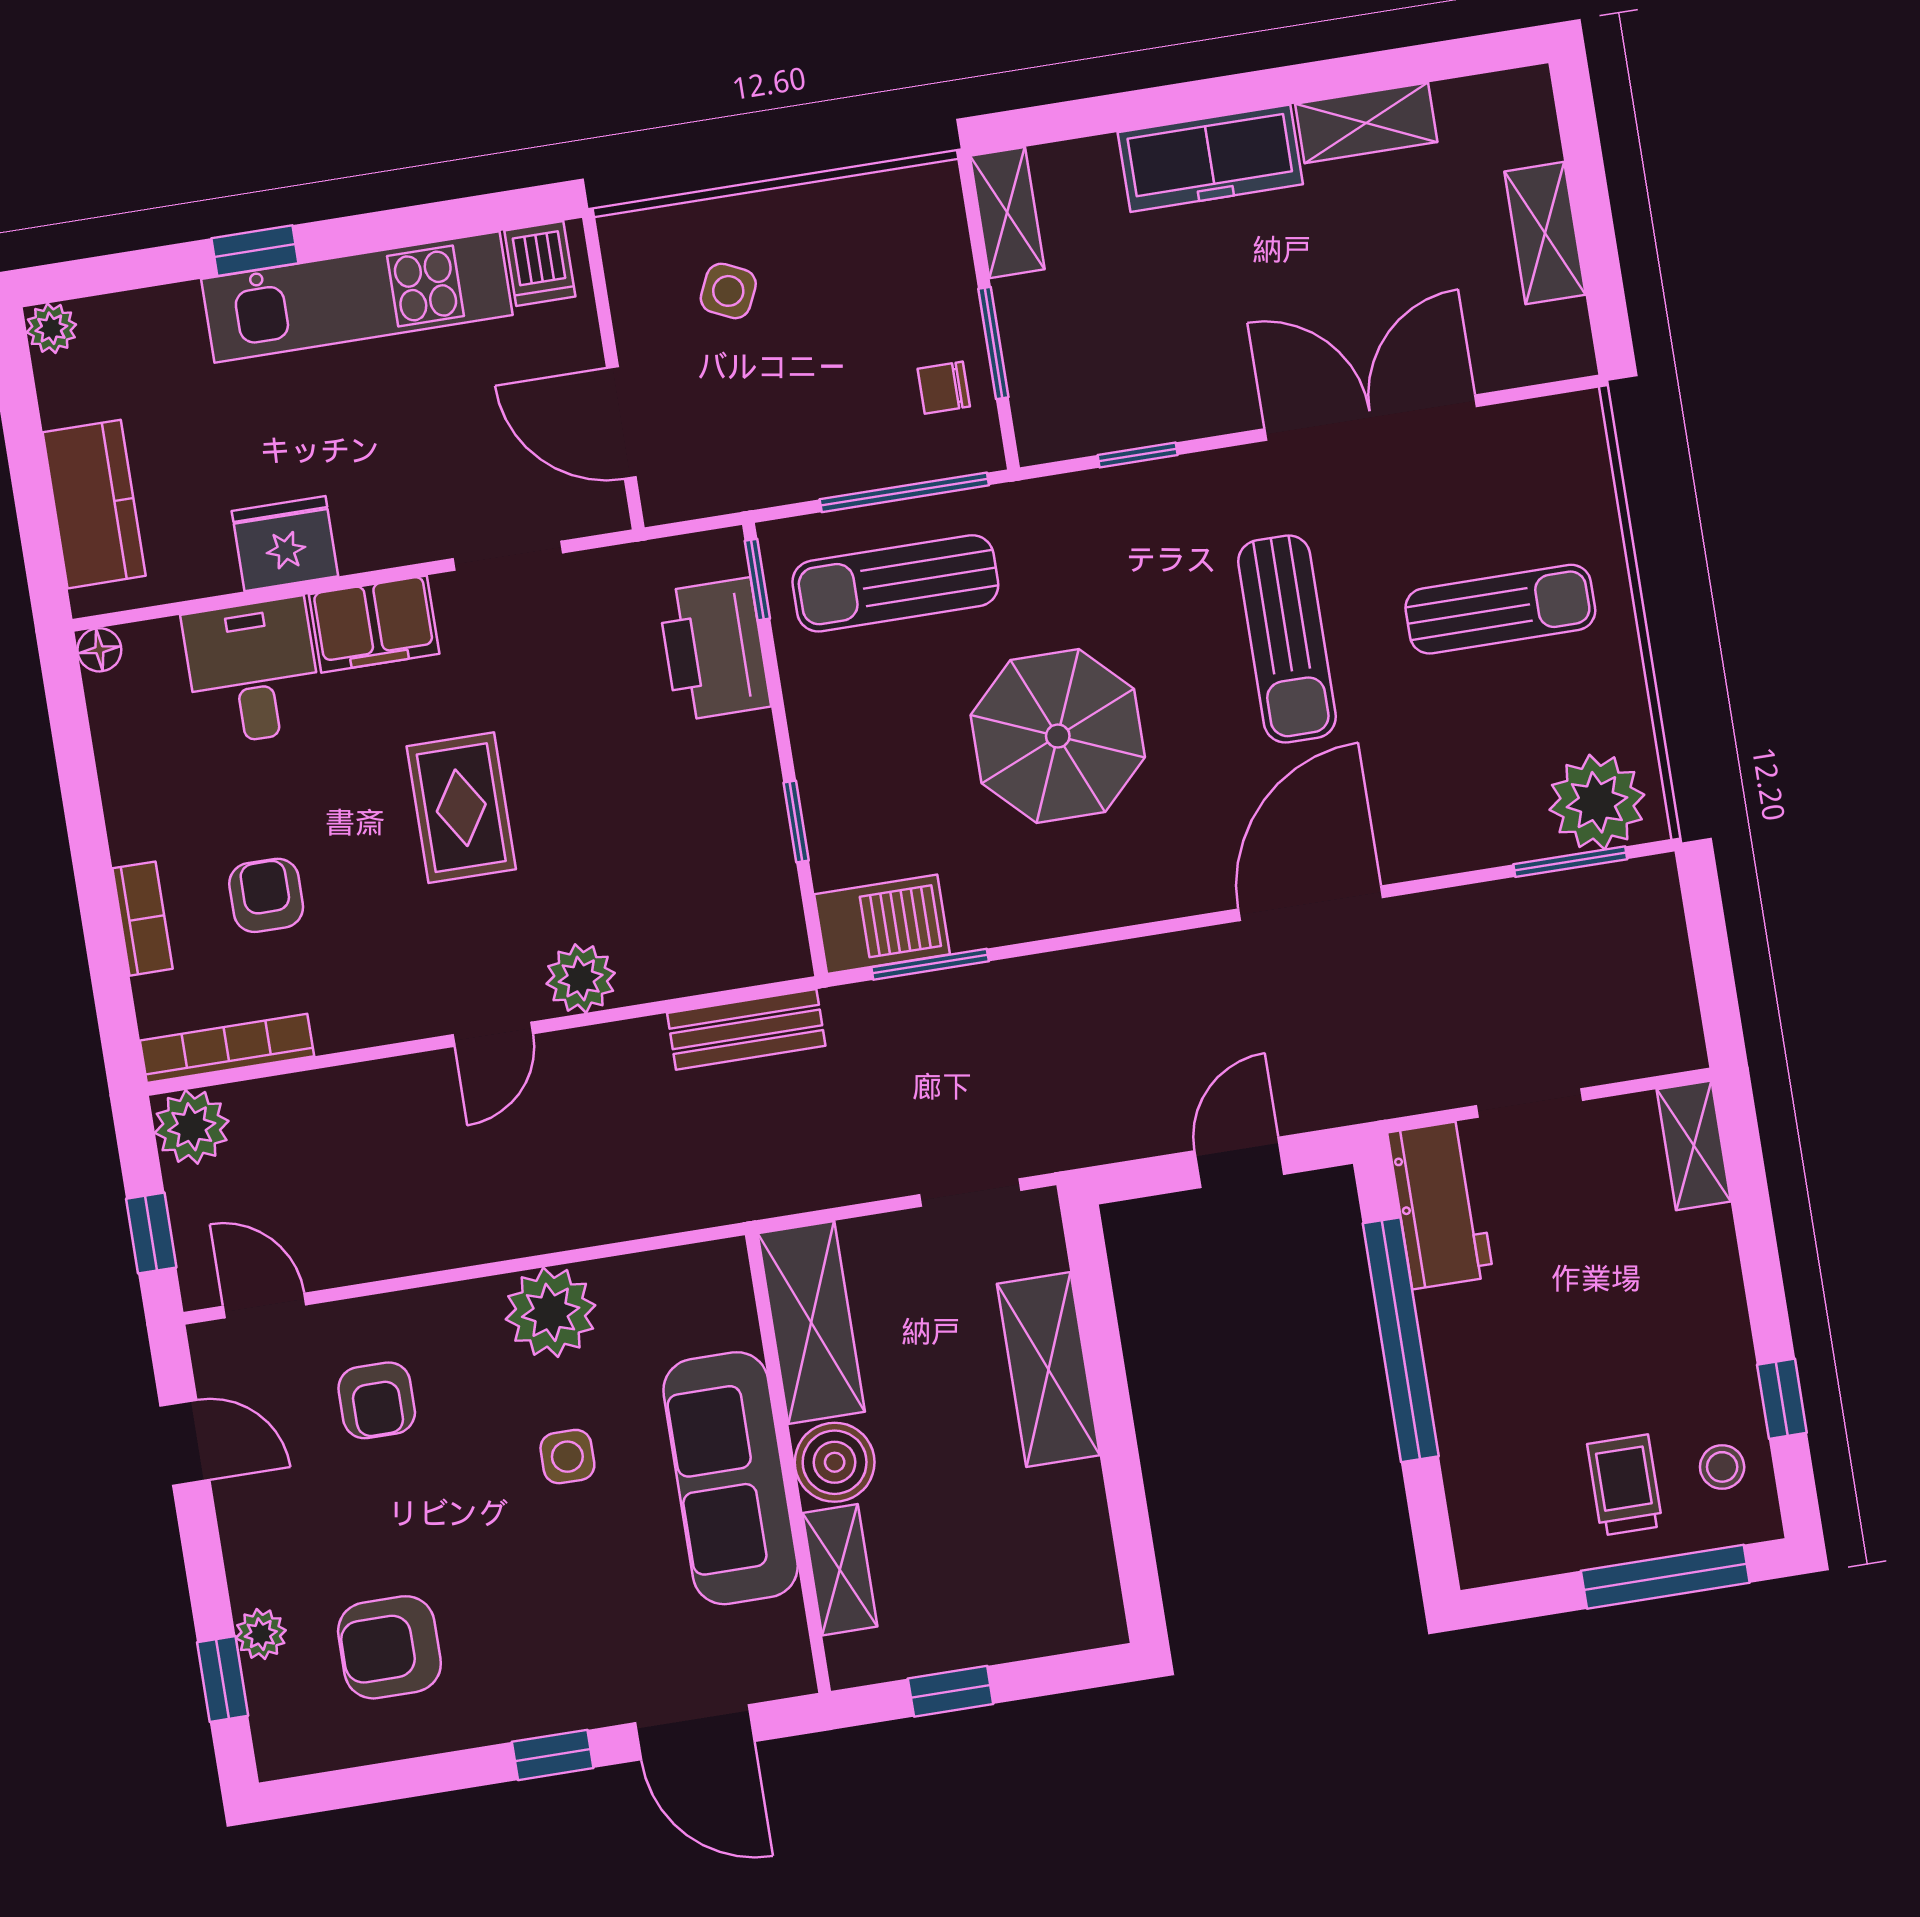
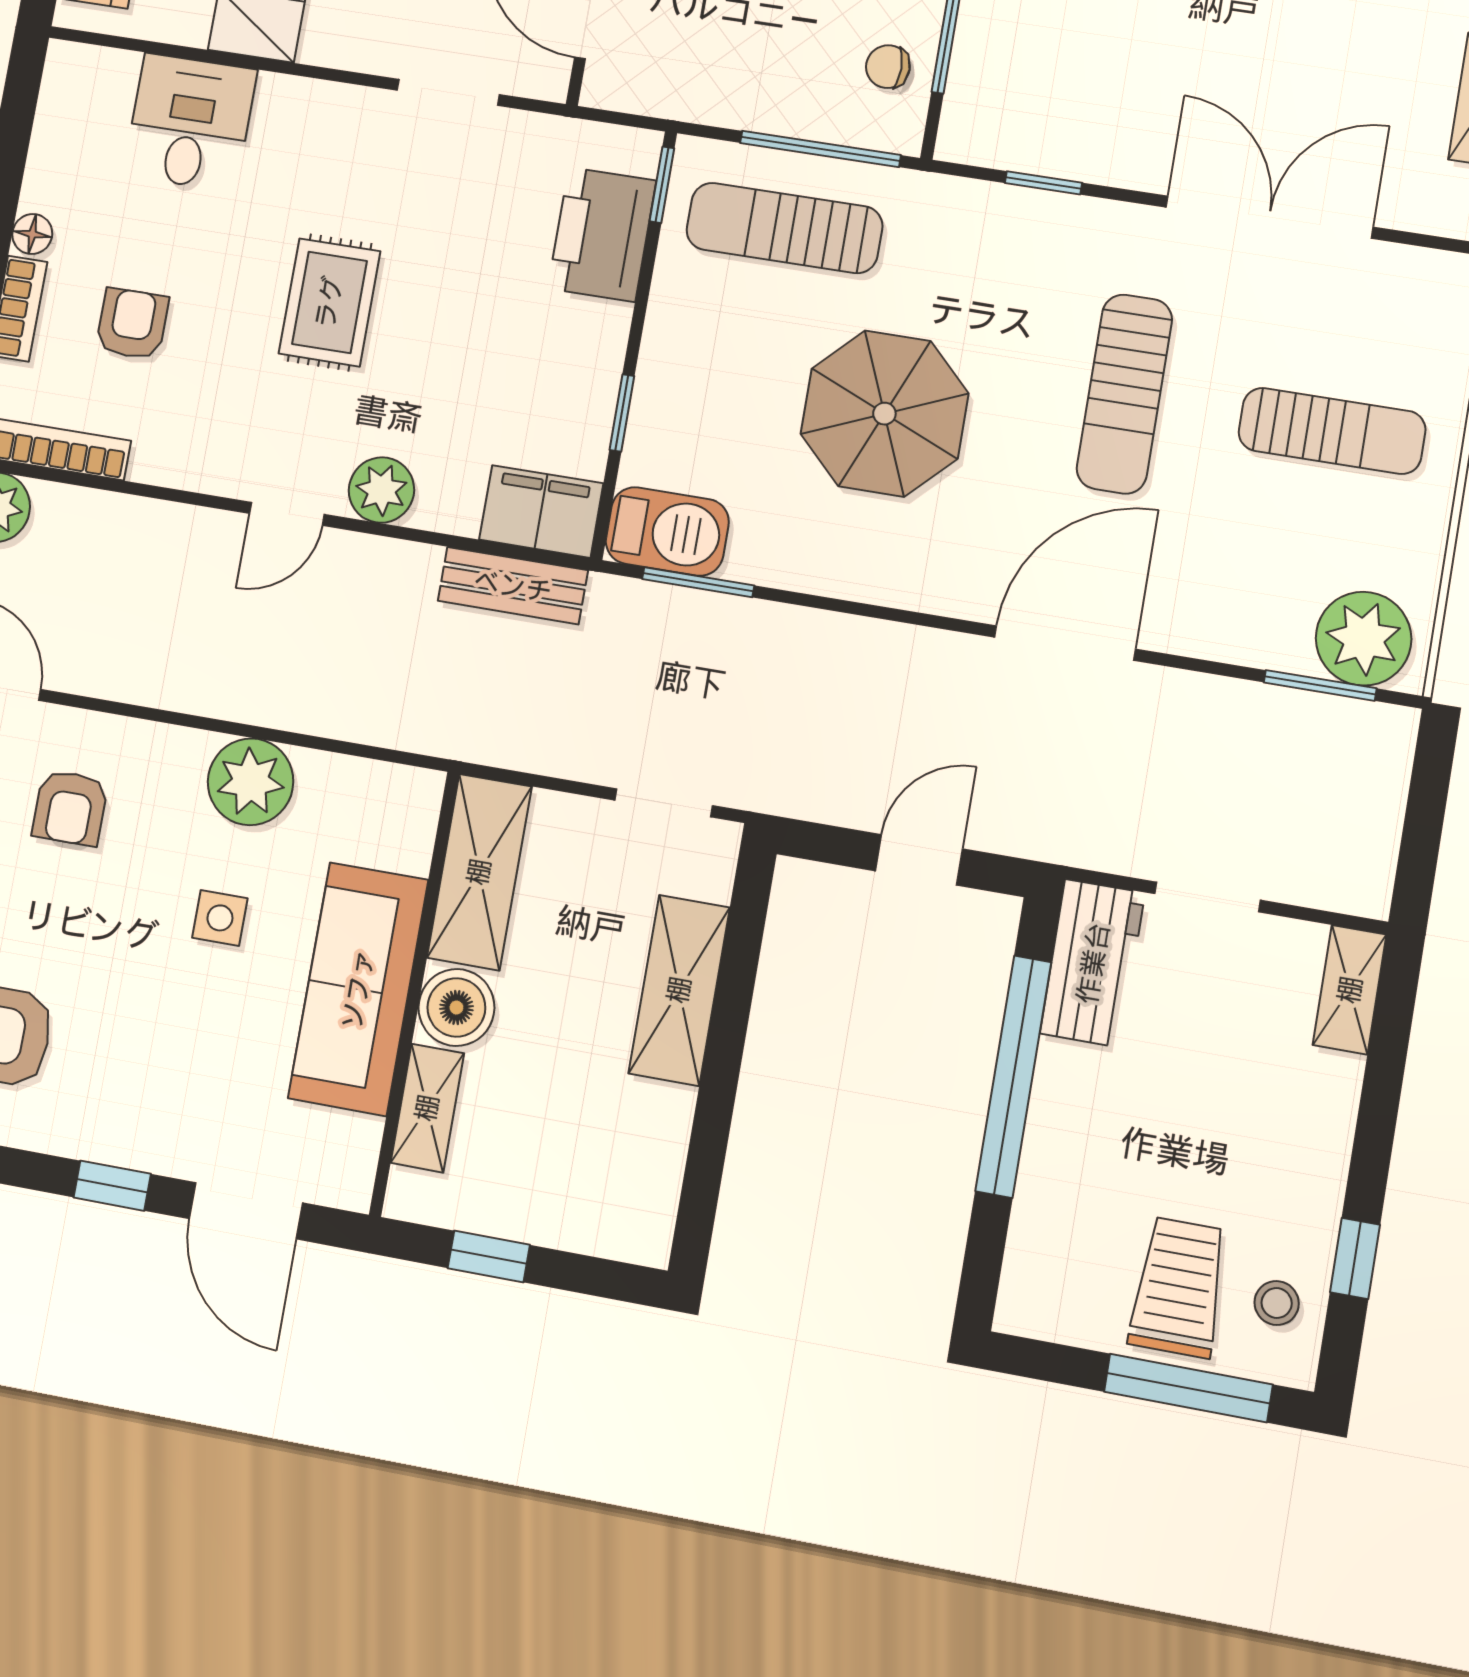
filing cabinet: (374, 624) -> (541, 511), moved, turned 180
floor lamp: (99, 650) -> (32, 234), moved
trolley: (1625, 1485) -> (1179, 1287), width x1.36, depth x1.39

